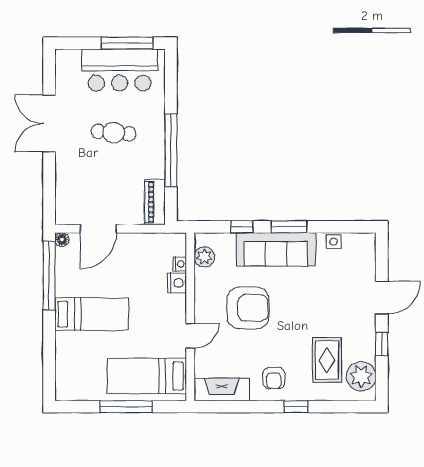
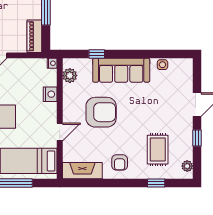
window: (289, 227) -> (131, 54), removed
nightstand: (180, 264) -> (52, 63), moved
plant: (361, 376) -> (187, 166), width x0.53, depth x0.53
window: (296, 407) -> (156, 183), moved

